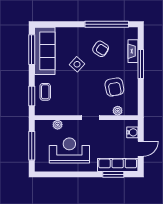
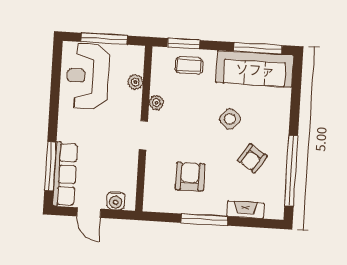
window: (141, 64) -> (204, 220), moved
armchair: (114, 87) -> (190, 177), turned 101
plant: (118, 111) -> (156, 103), moved
reception desk: (69, 150) -> (88, 76), moved, turned 180
window: (113, 174) -> (50, 166), width x1.44

